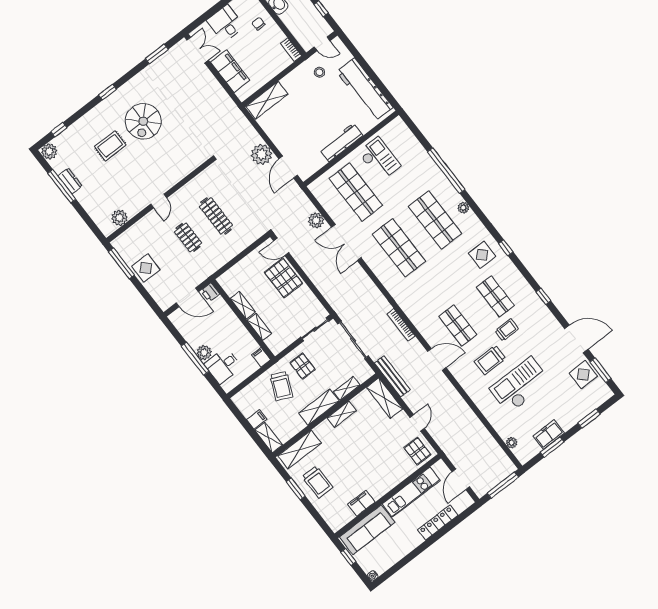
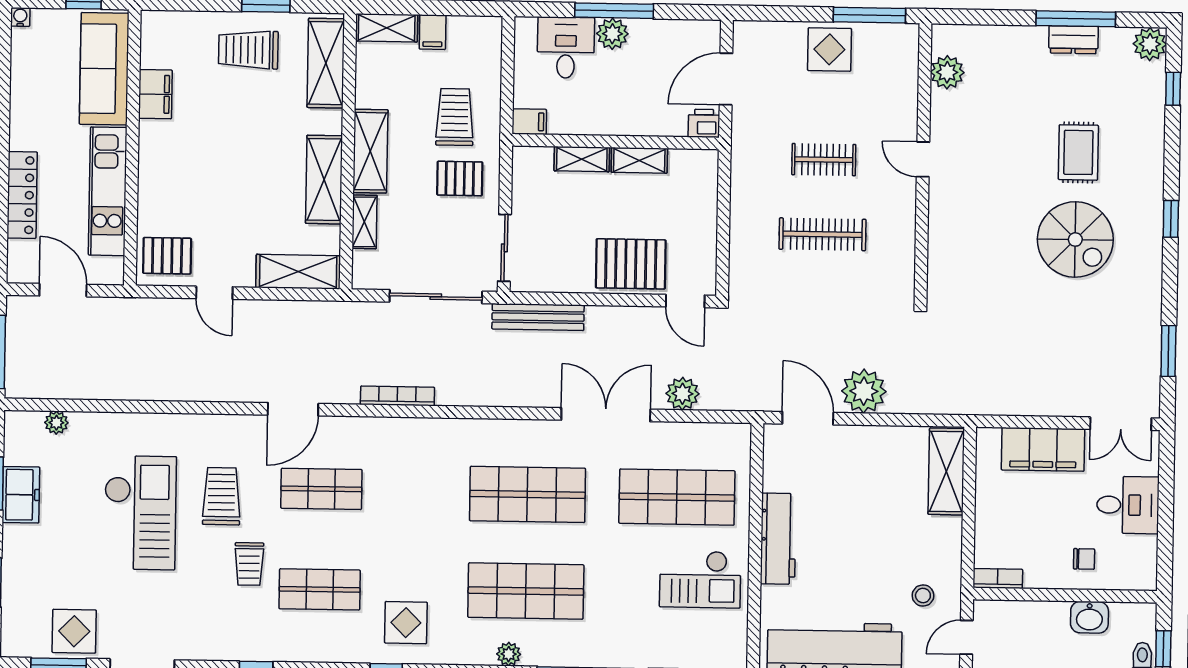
spiral stairs: (143, 121) -> (1075, 239), turned 180
door: (281, 247) -> (685, 301), swing flipped
bench: (392, 376) -> (538, 317), moved
trolley: (281, 386) -> (455, 117), turned 66
shelving: (342, 414) -> (324, 180), width x1.50, depth x1.33

